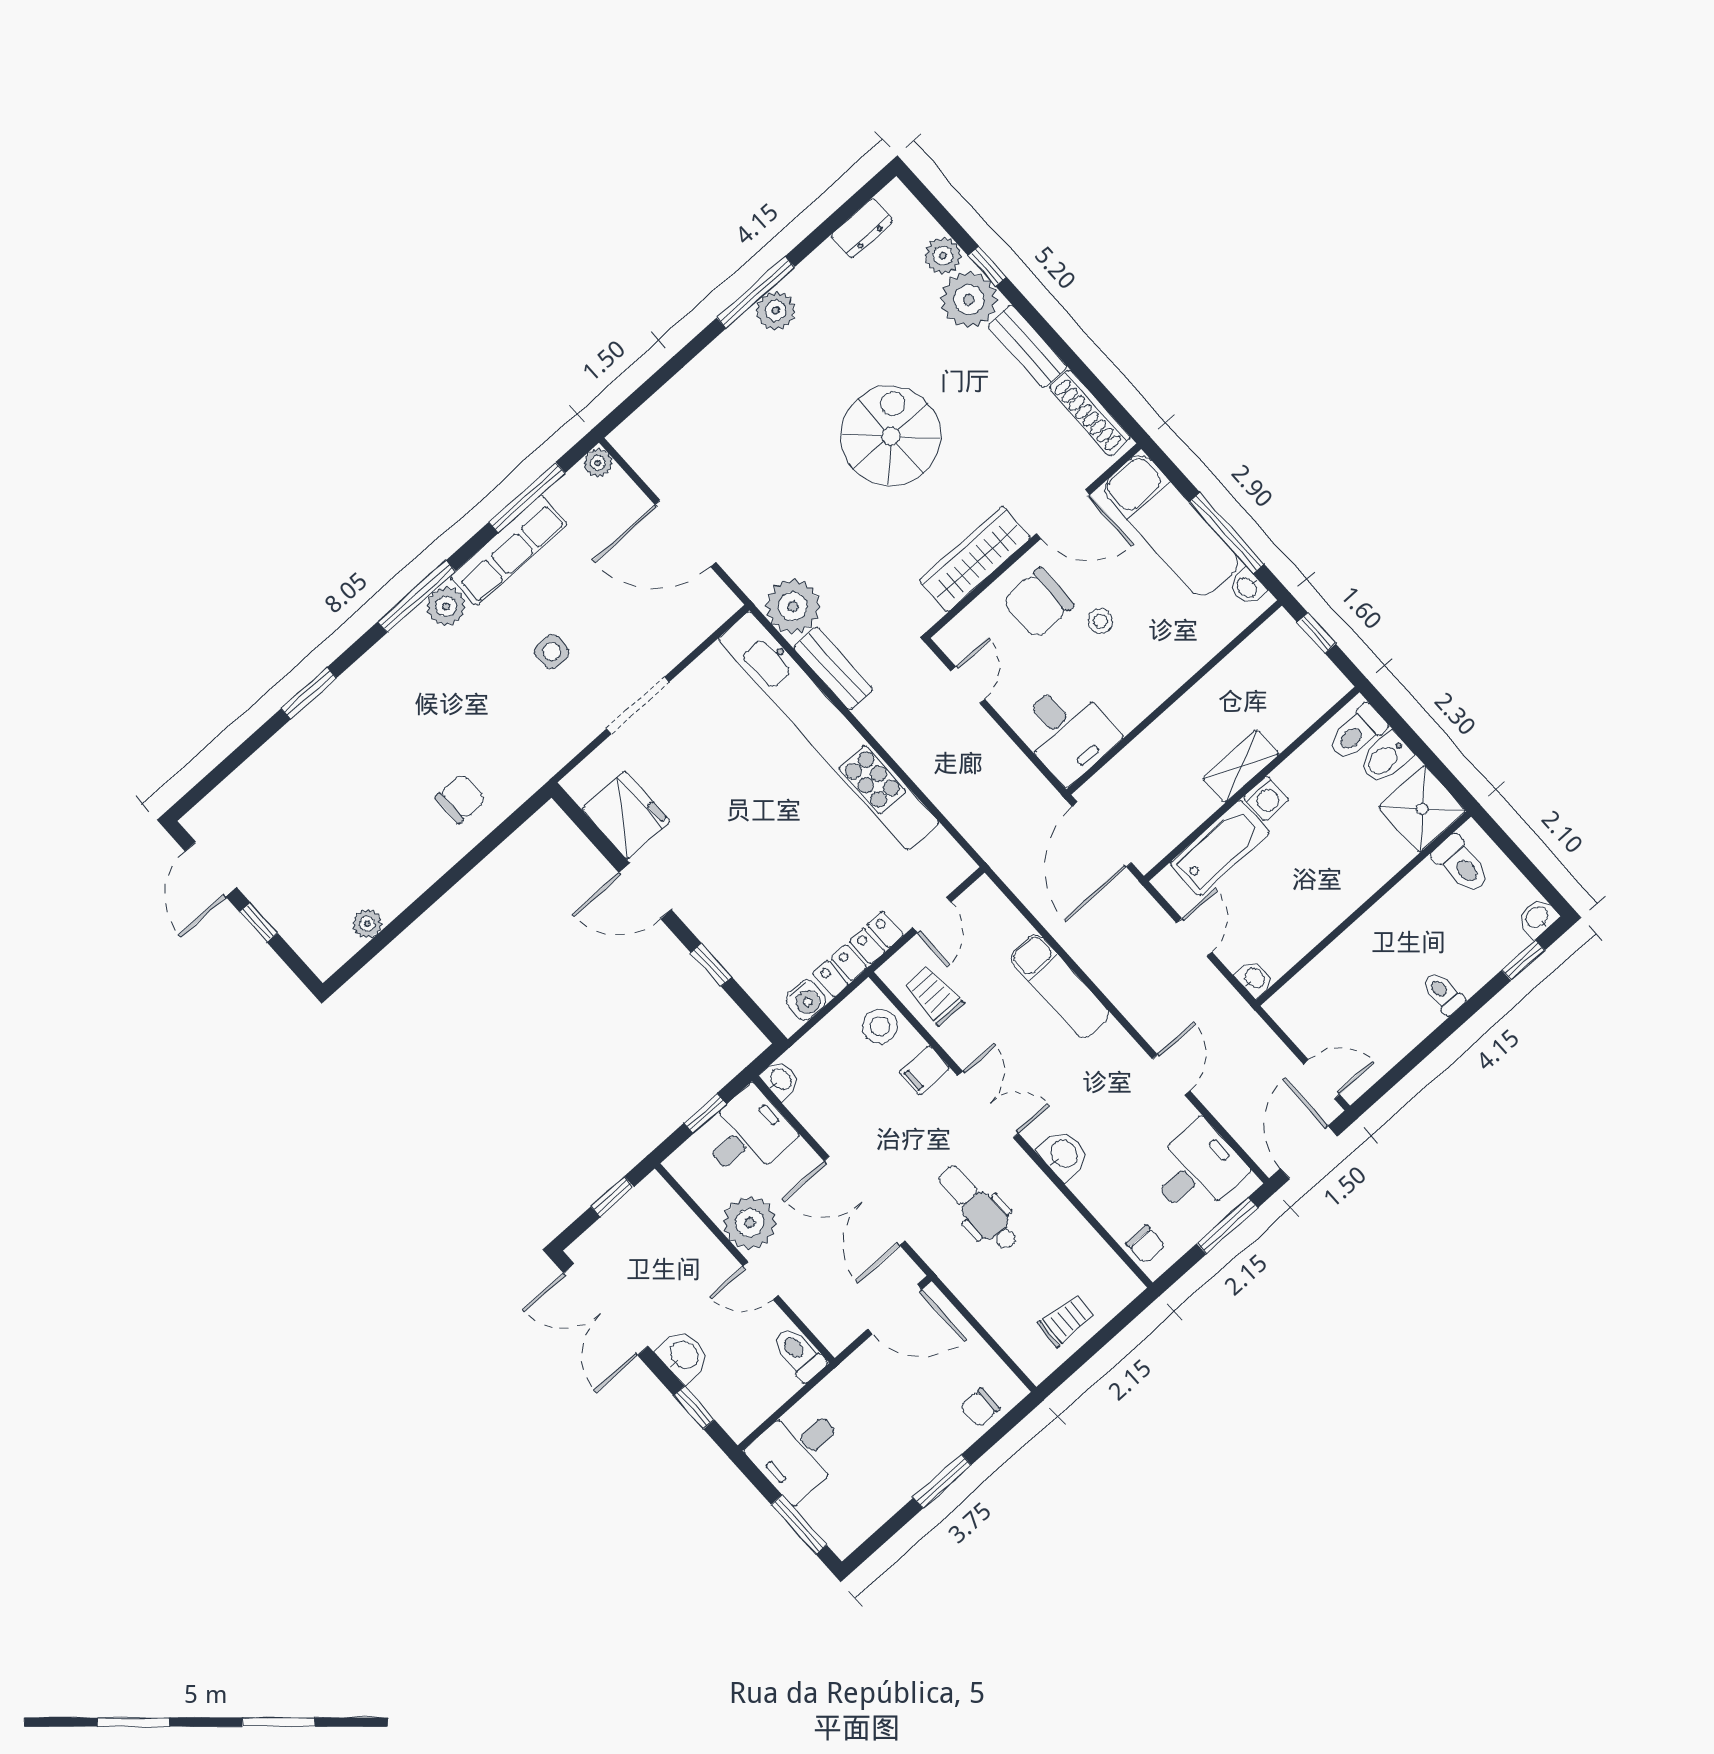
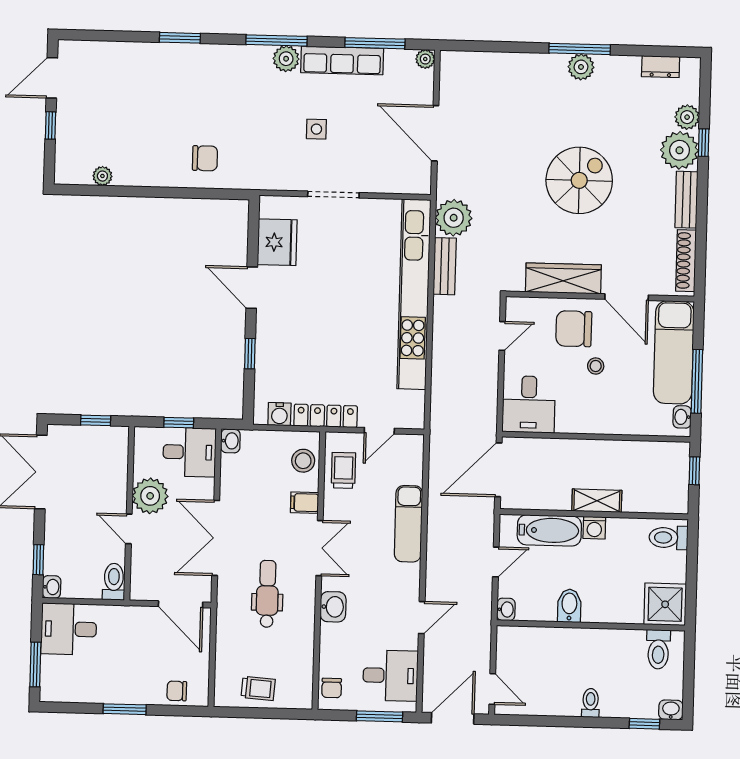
bidet: (1385, 758) -> (569, 606), moved, turned 90
washbasin: (684, 1356) -> (52, 587), moved, width x0.72, depth x0.69

